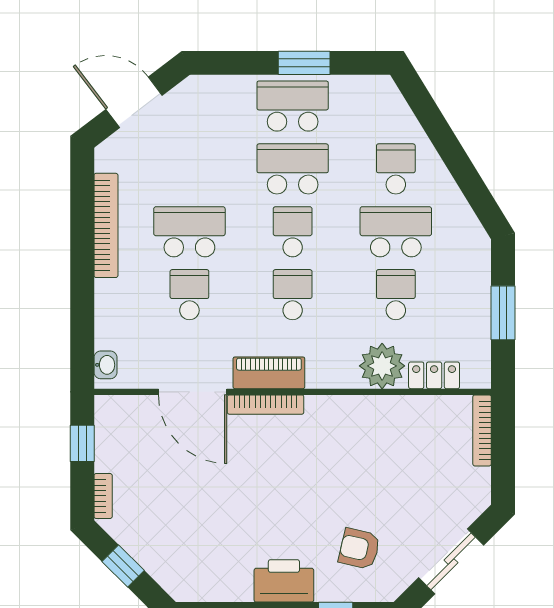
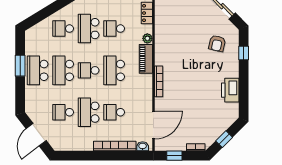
school desk: (189, 169) -> (63, 112), added
bookcase: (106, 225) -> (115, 146), moved
school desk: (293, 295) -> (114, 70), width x1.85
plant: (382, 366) -> (147, 38), width x0.53, depth x0.53
piano: (269, 373) -> (146, 59), moved
door: (193, 392) -> (153, 125), moved
printer: (284, 581) -> (230, 90), moved

